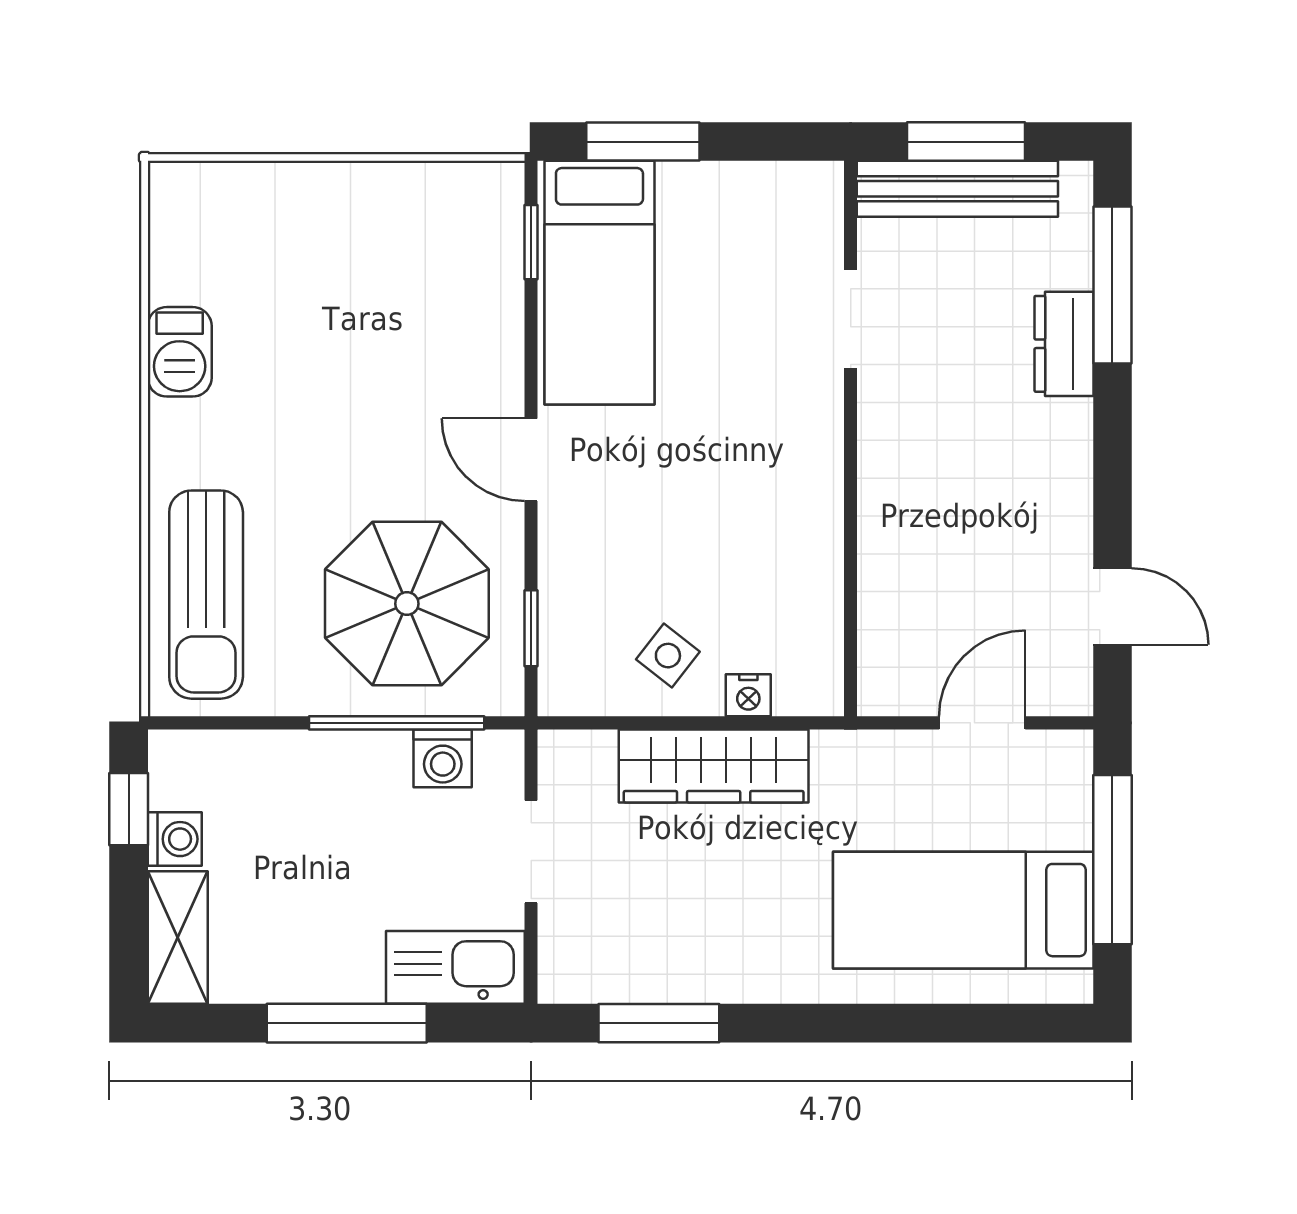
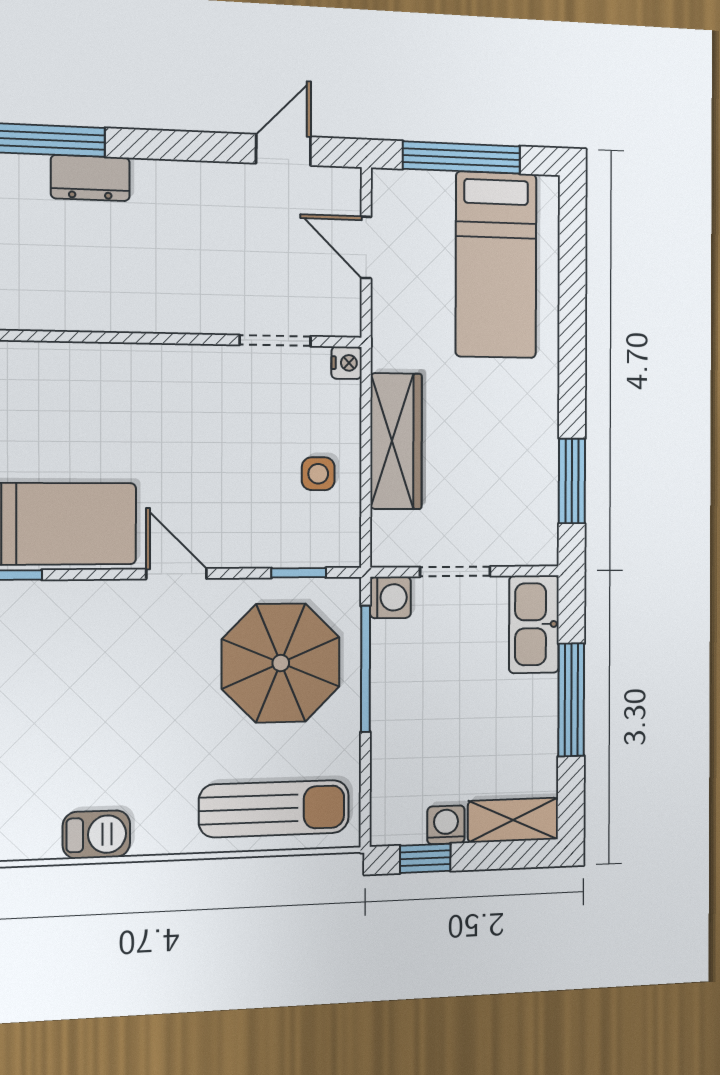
doorway: (851, 319) -> (275, 341), moved
door: (531, 460) -> (176, 574), swing flipped
side table: (668, 656) -> (318, 474), turned -38
nightstand: (748, 695) -> (347, 363), moved
washing machine: (443, 758) -> (390, 597), moved

